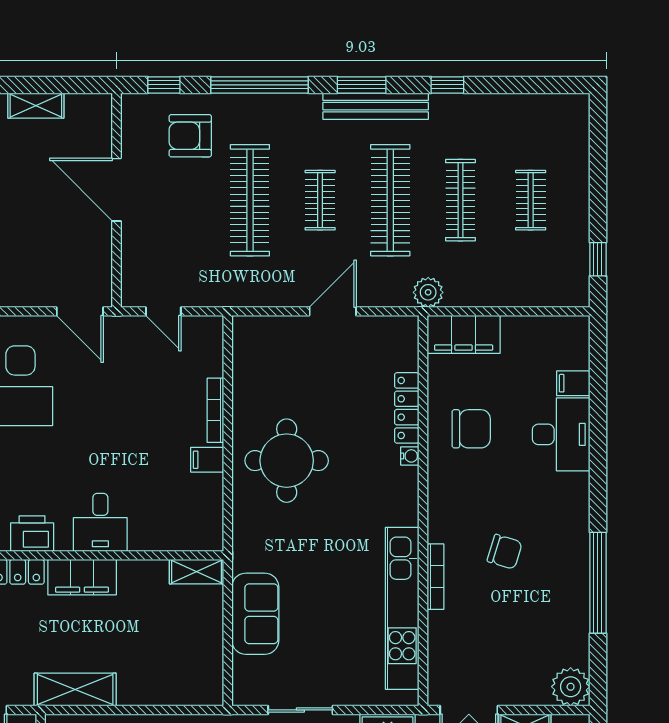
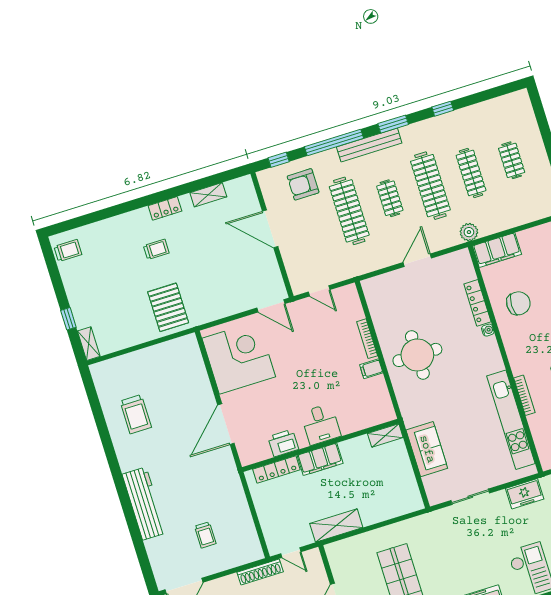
bench: (376, 106) -> (369, 145), moved

